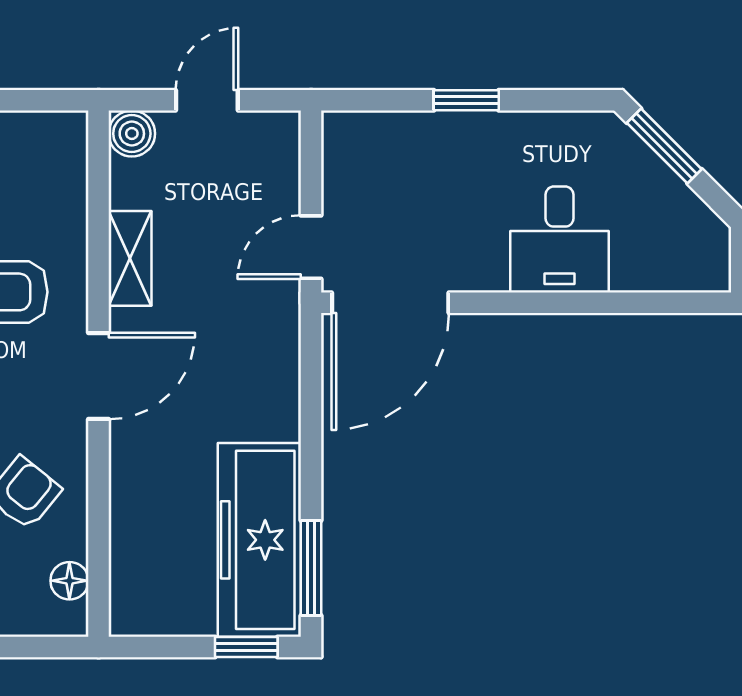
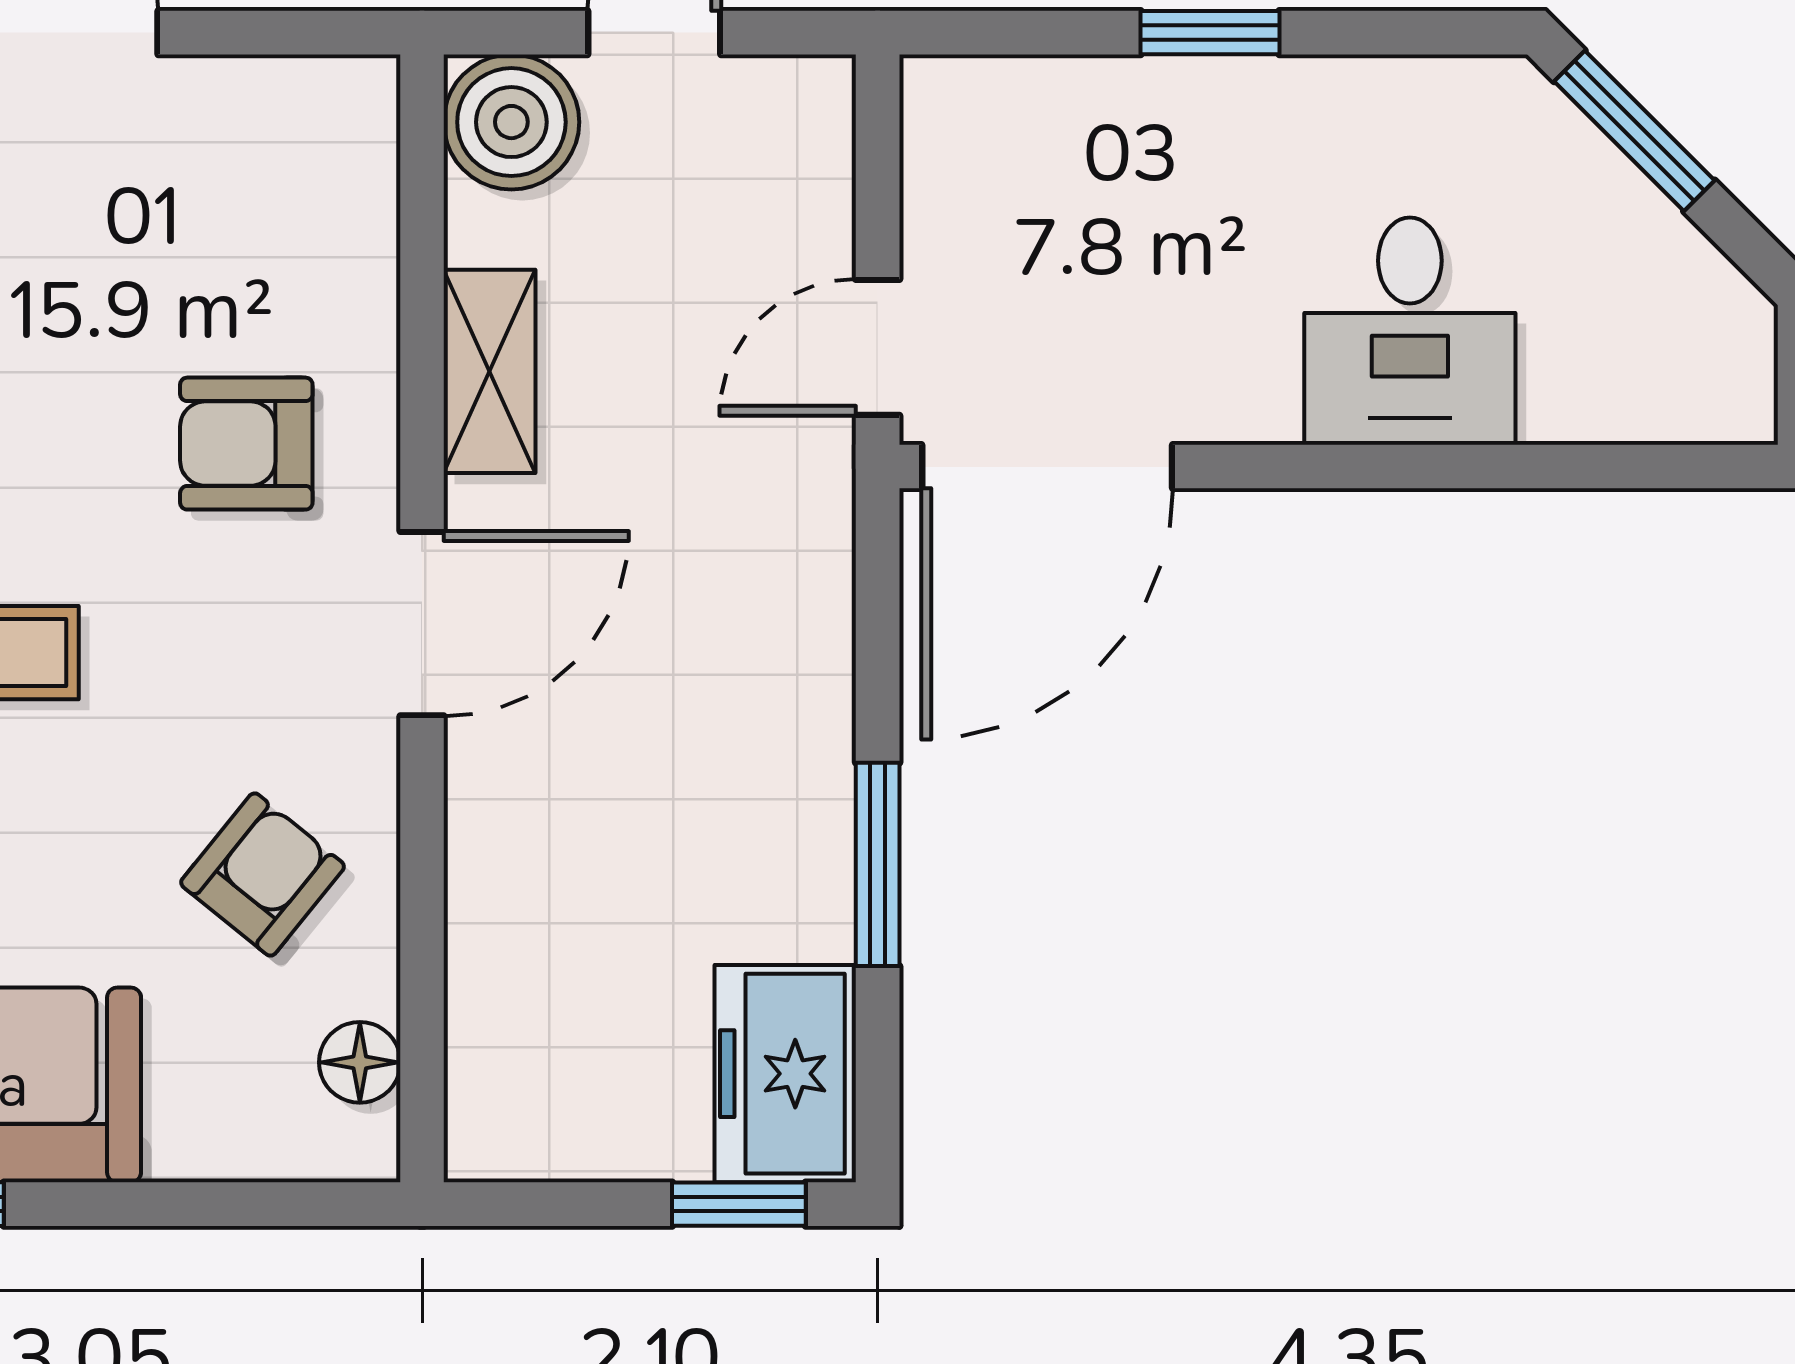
boiler: (132, 134) -> (511, 122), width x1.36, depth x1.36
freezer: (259, 540) -> (785, 1074), width x0.52, depth x0.79
window: (311, 568) -> (878, 864), moved

